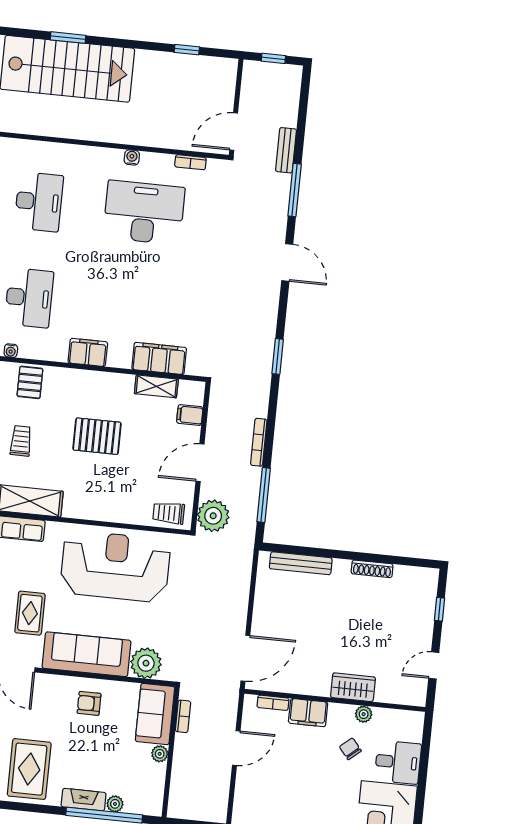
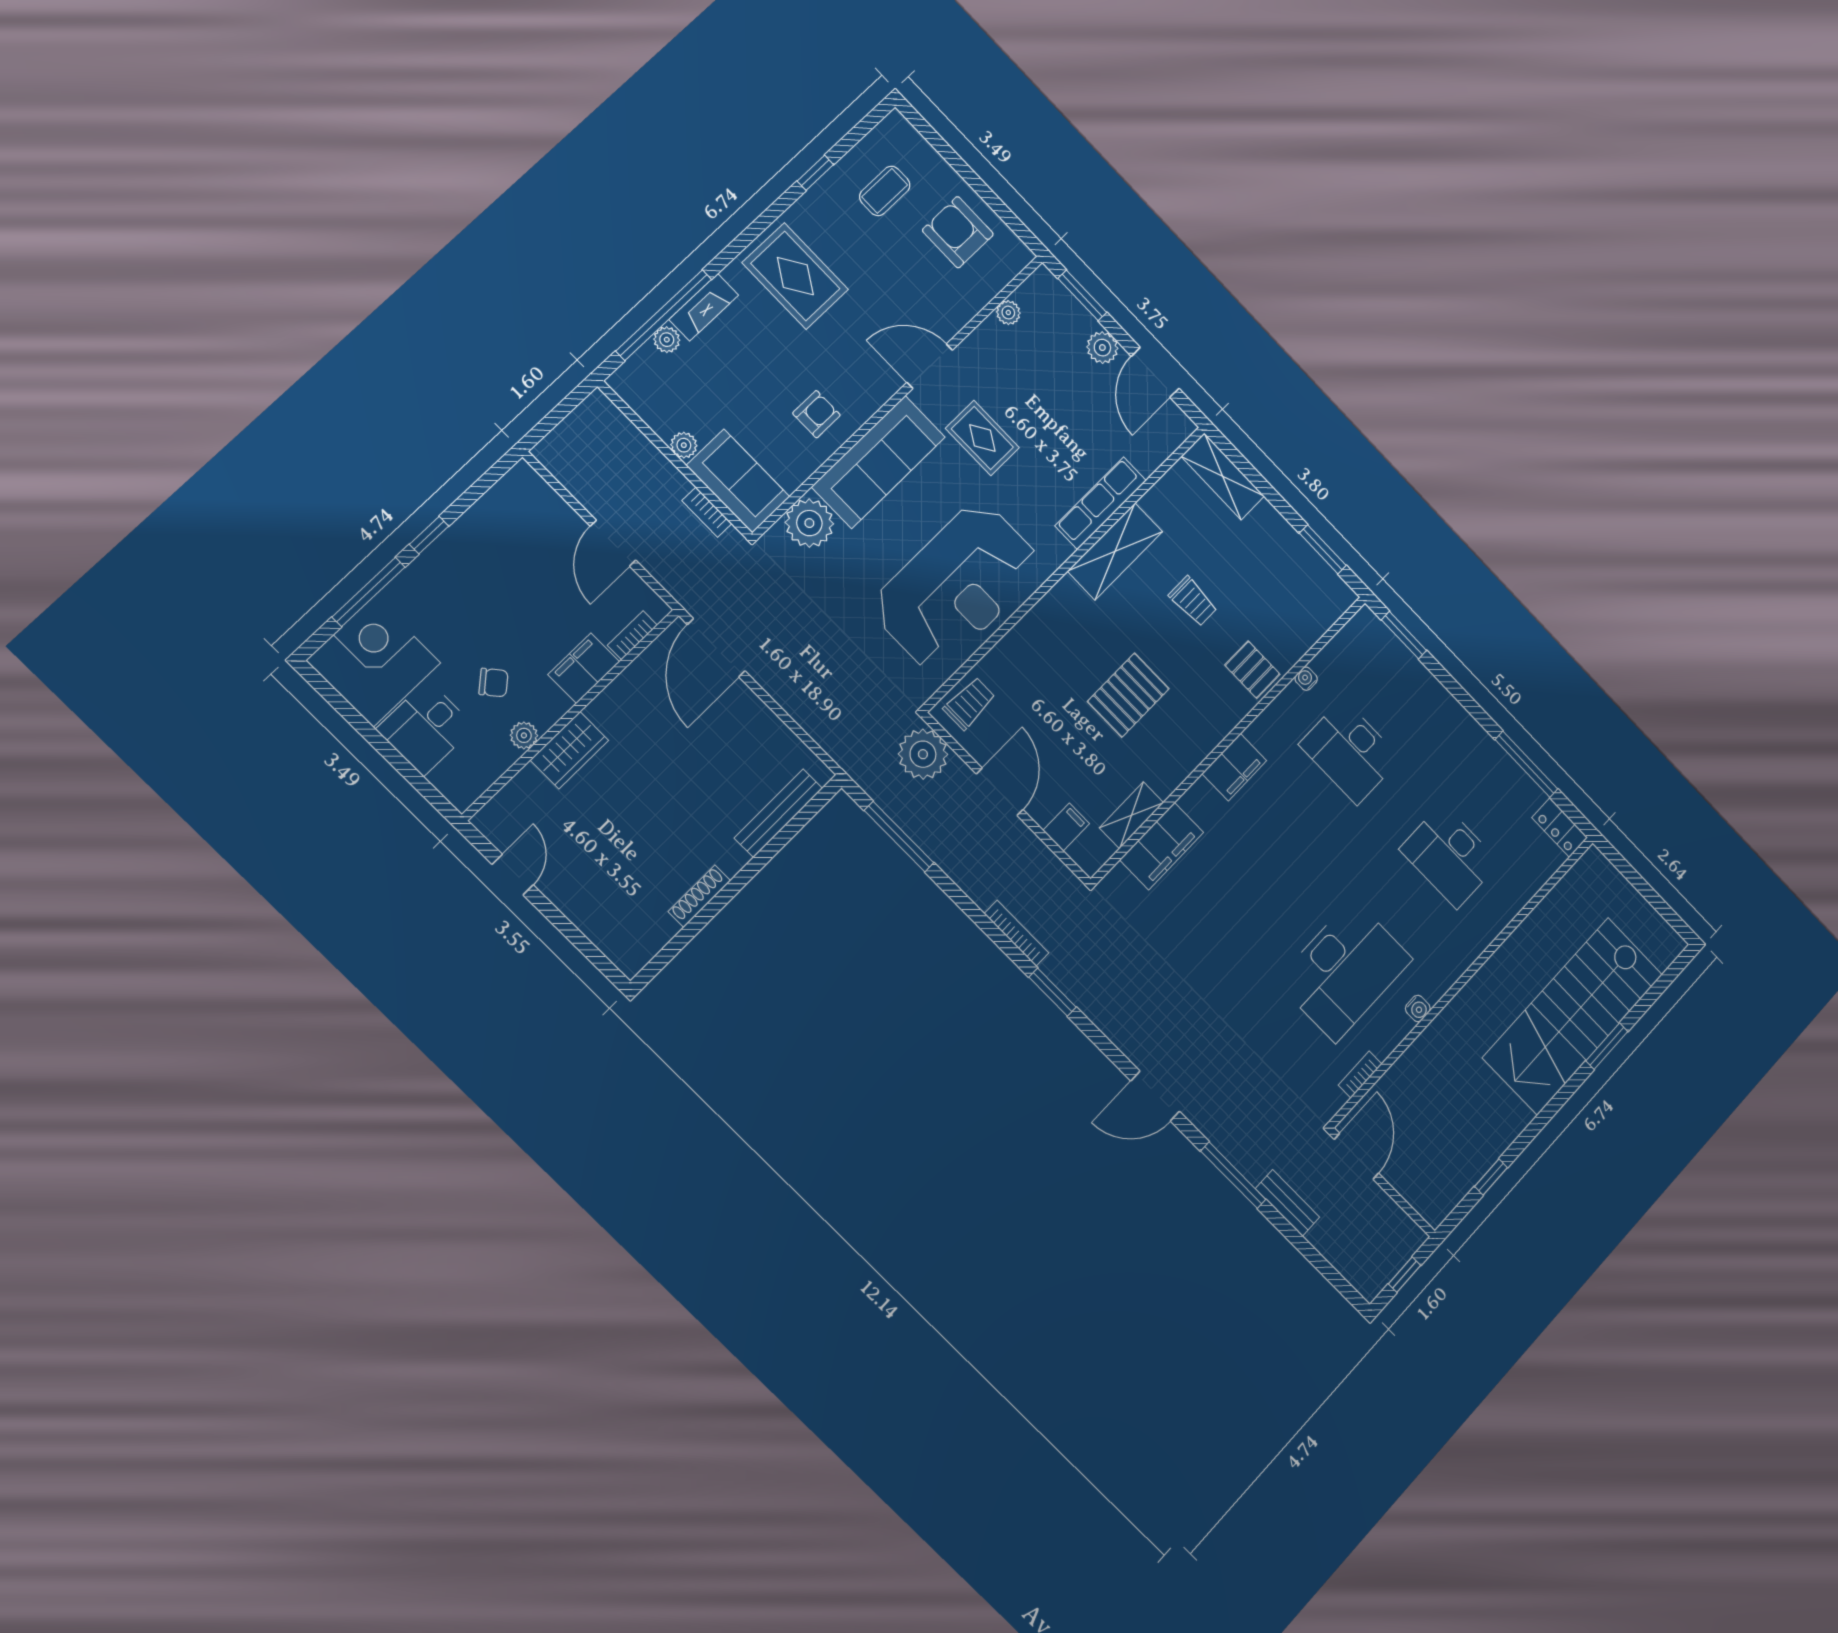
bookcase: (259, 442) -> (1017, 933), moved
window: (440, 609) -> (579, 940), removed

